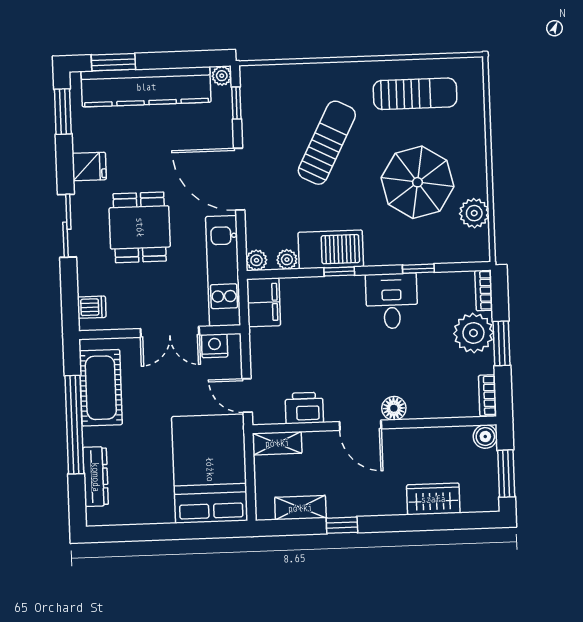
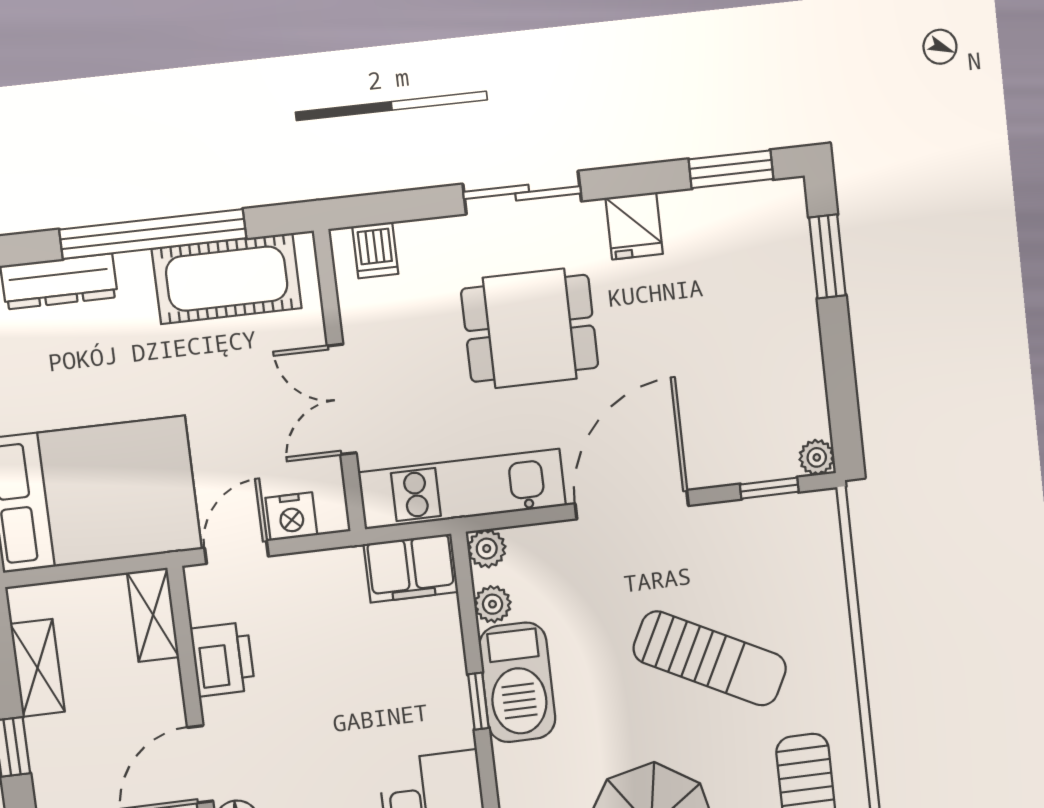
kitchen counter: (146, 87) -> (787, 320), removed
nightstand: (215, 346) -> (291, 517), moved, turned 90

